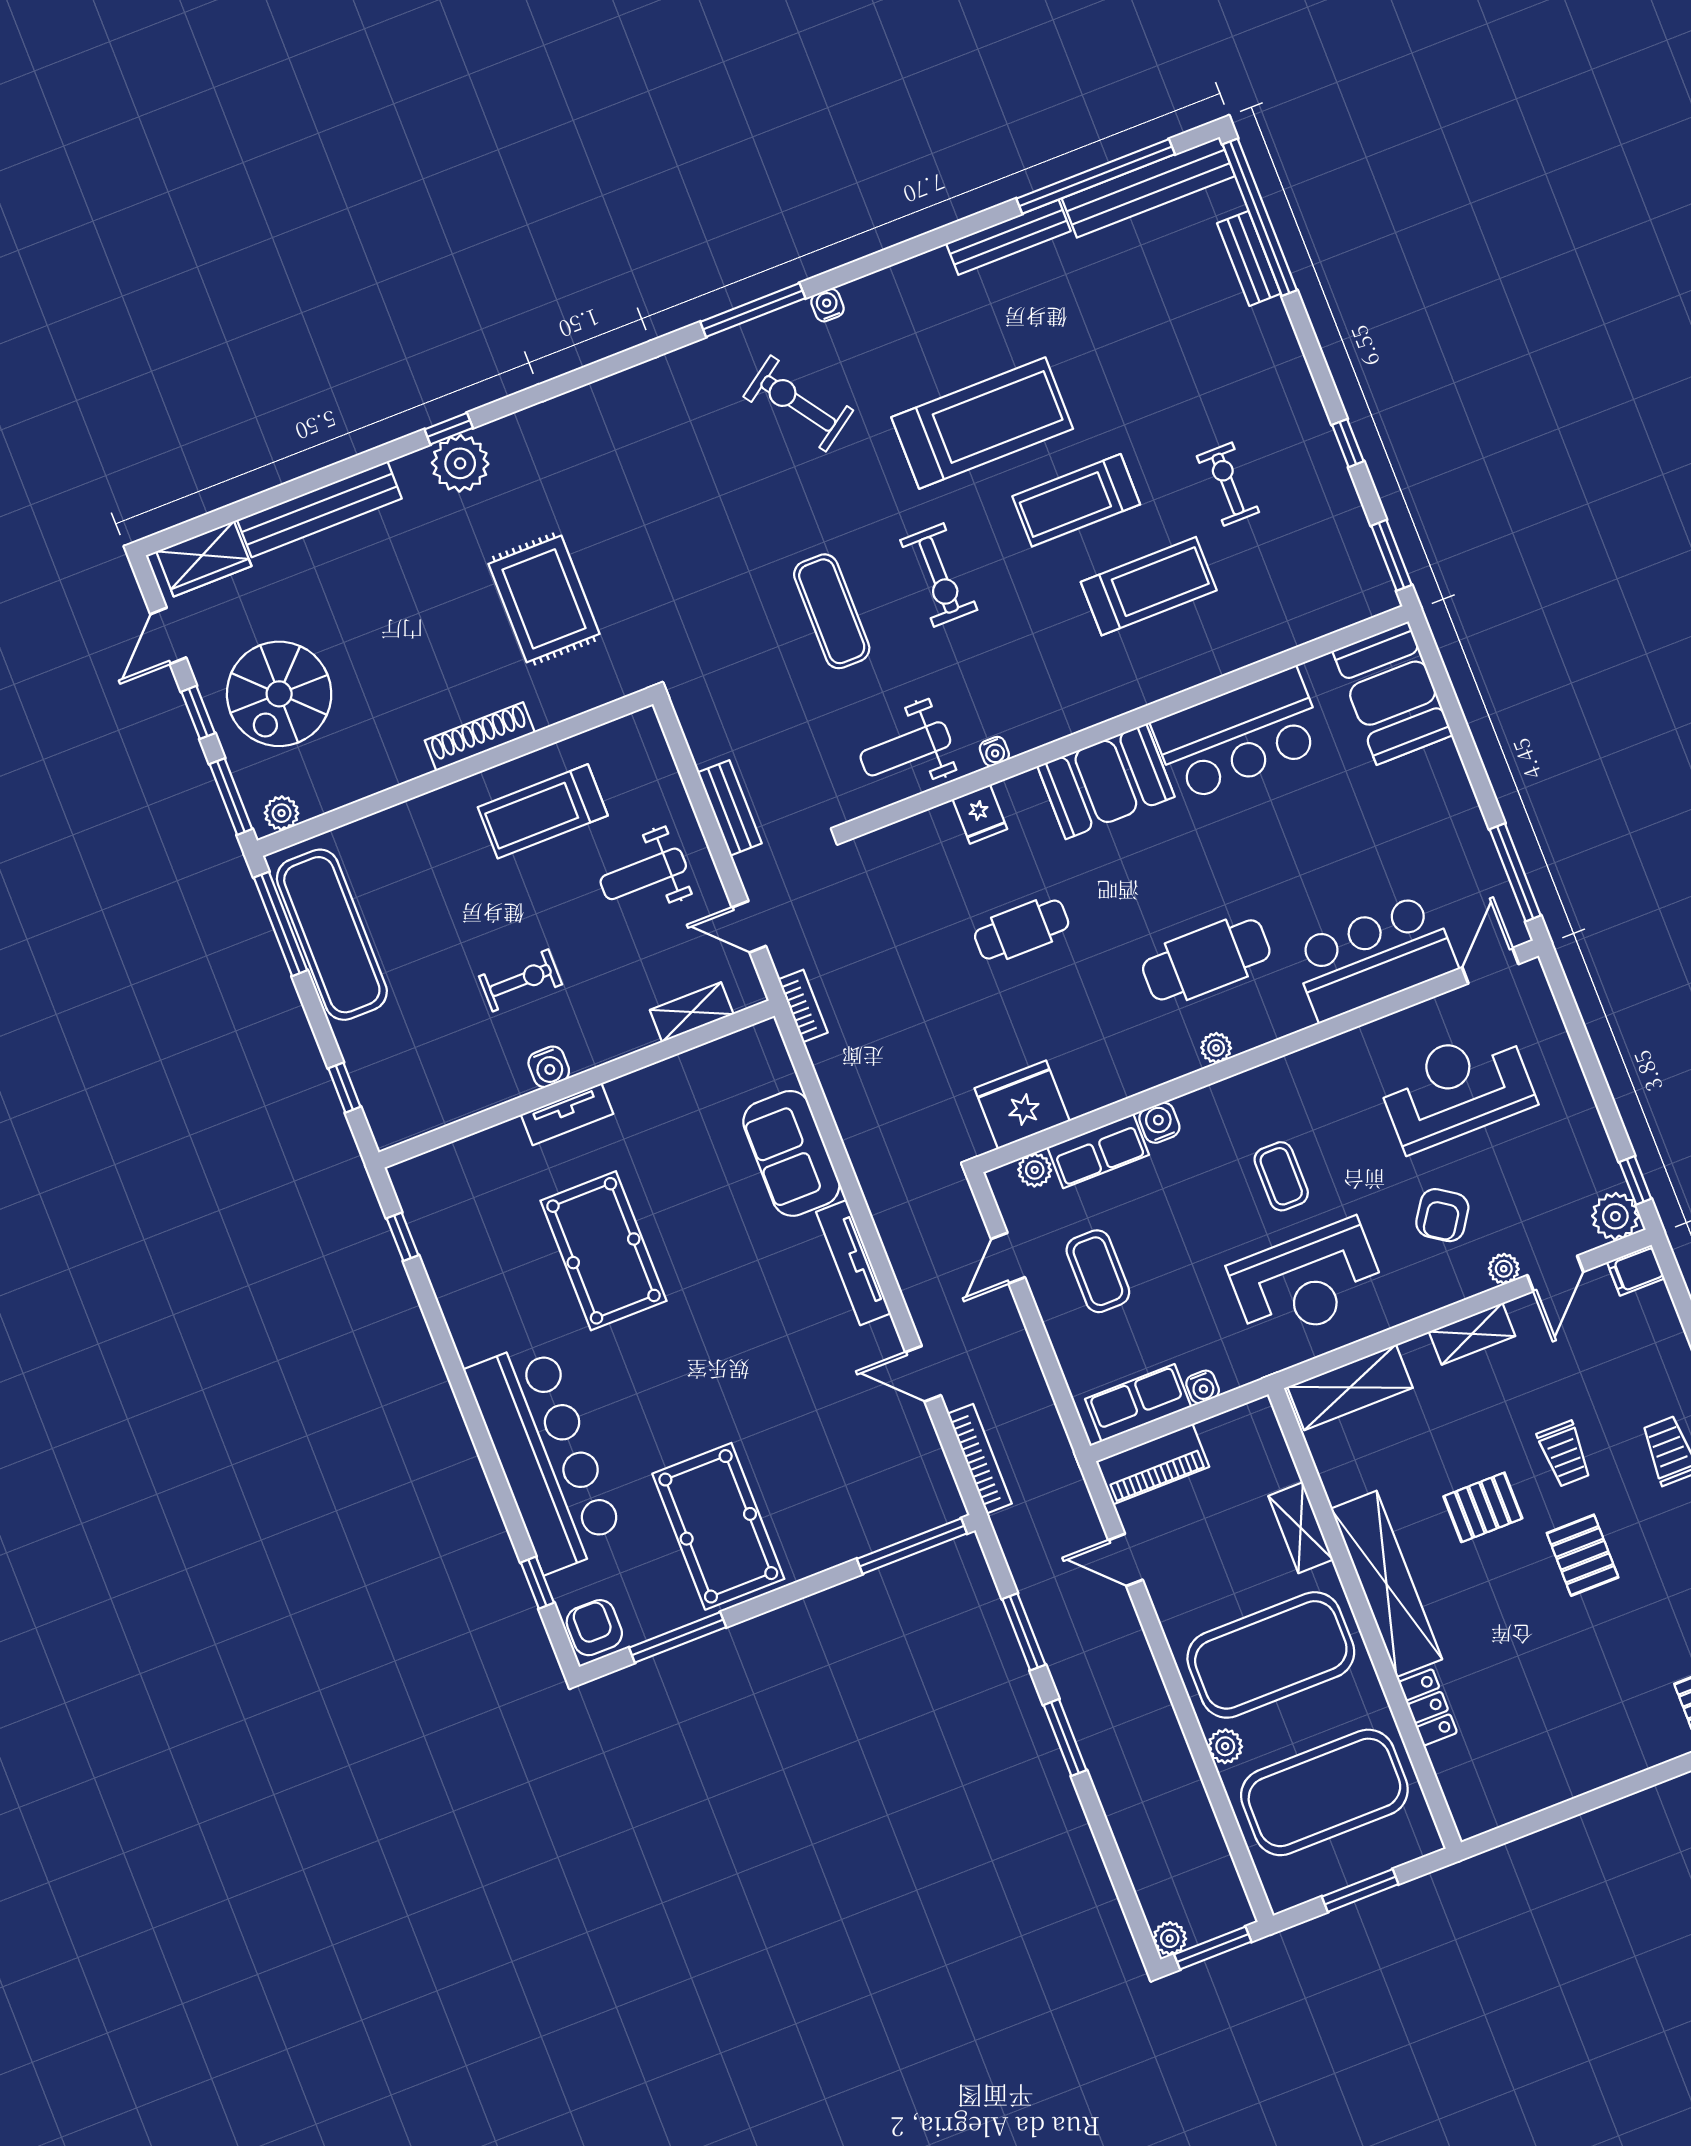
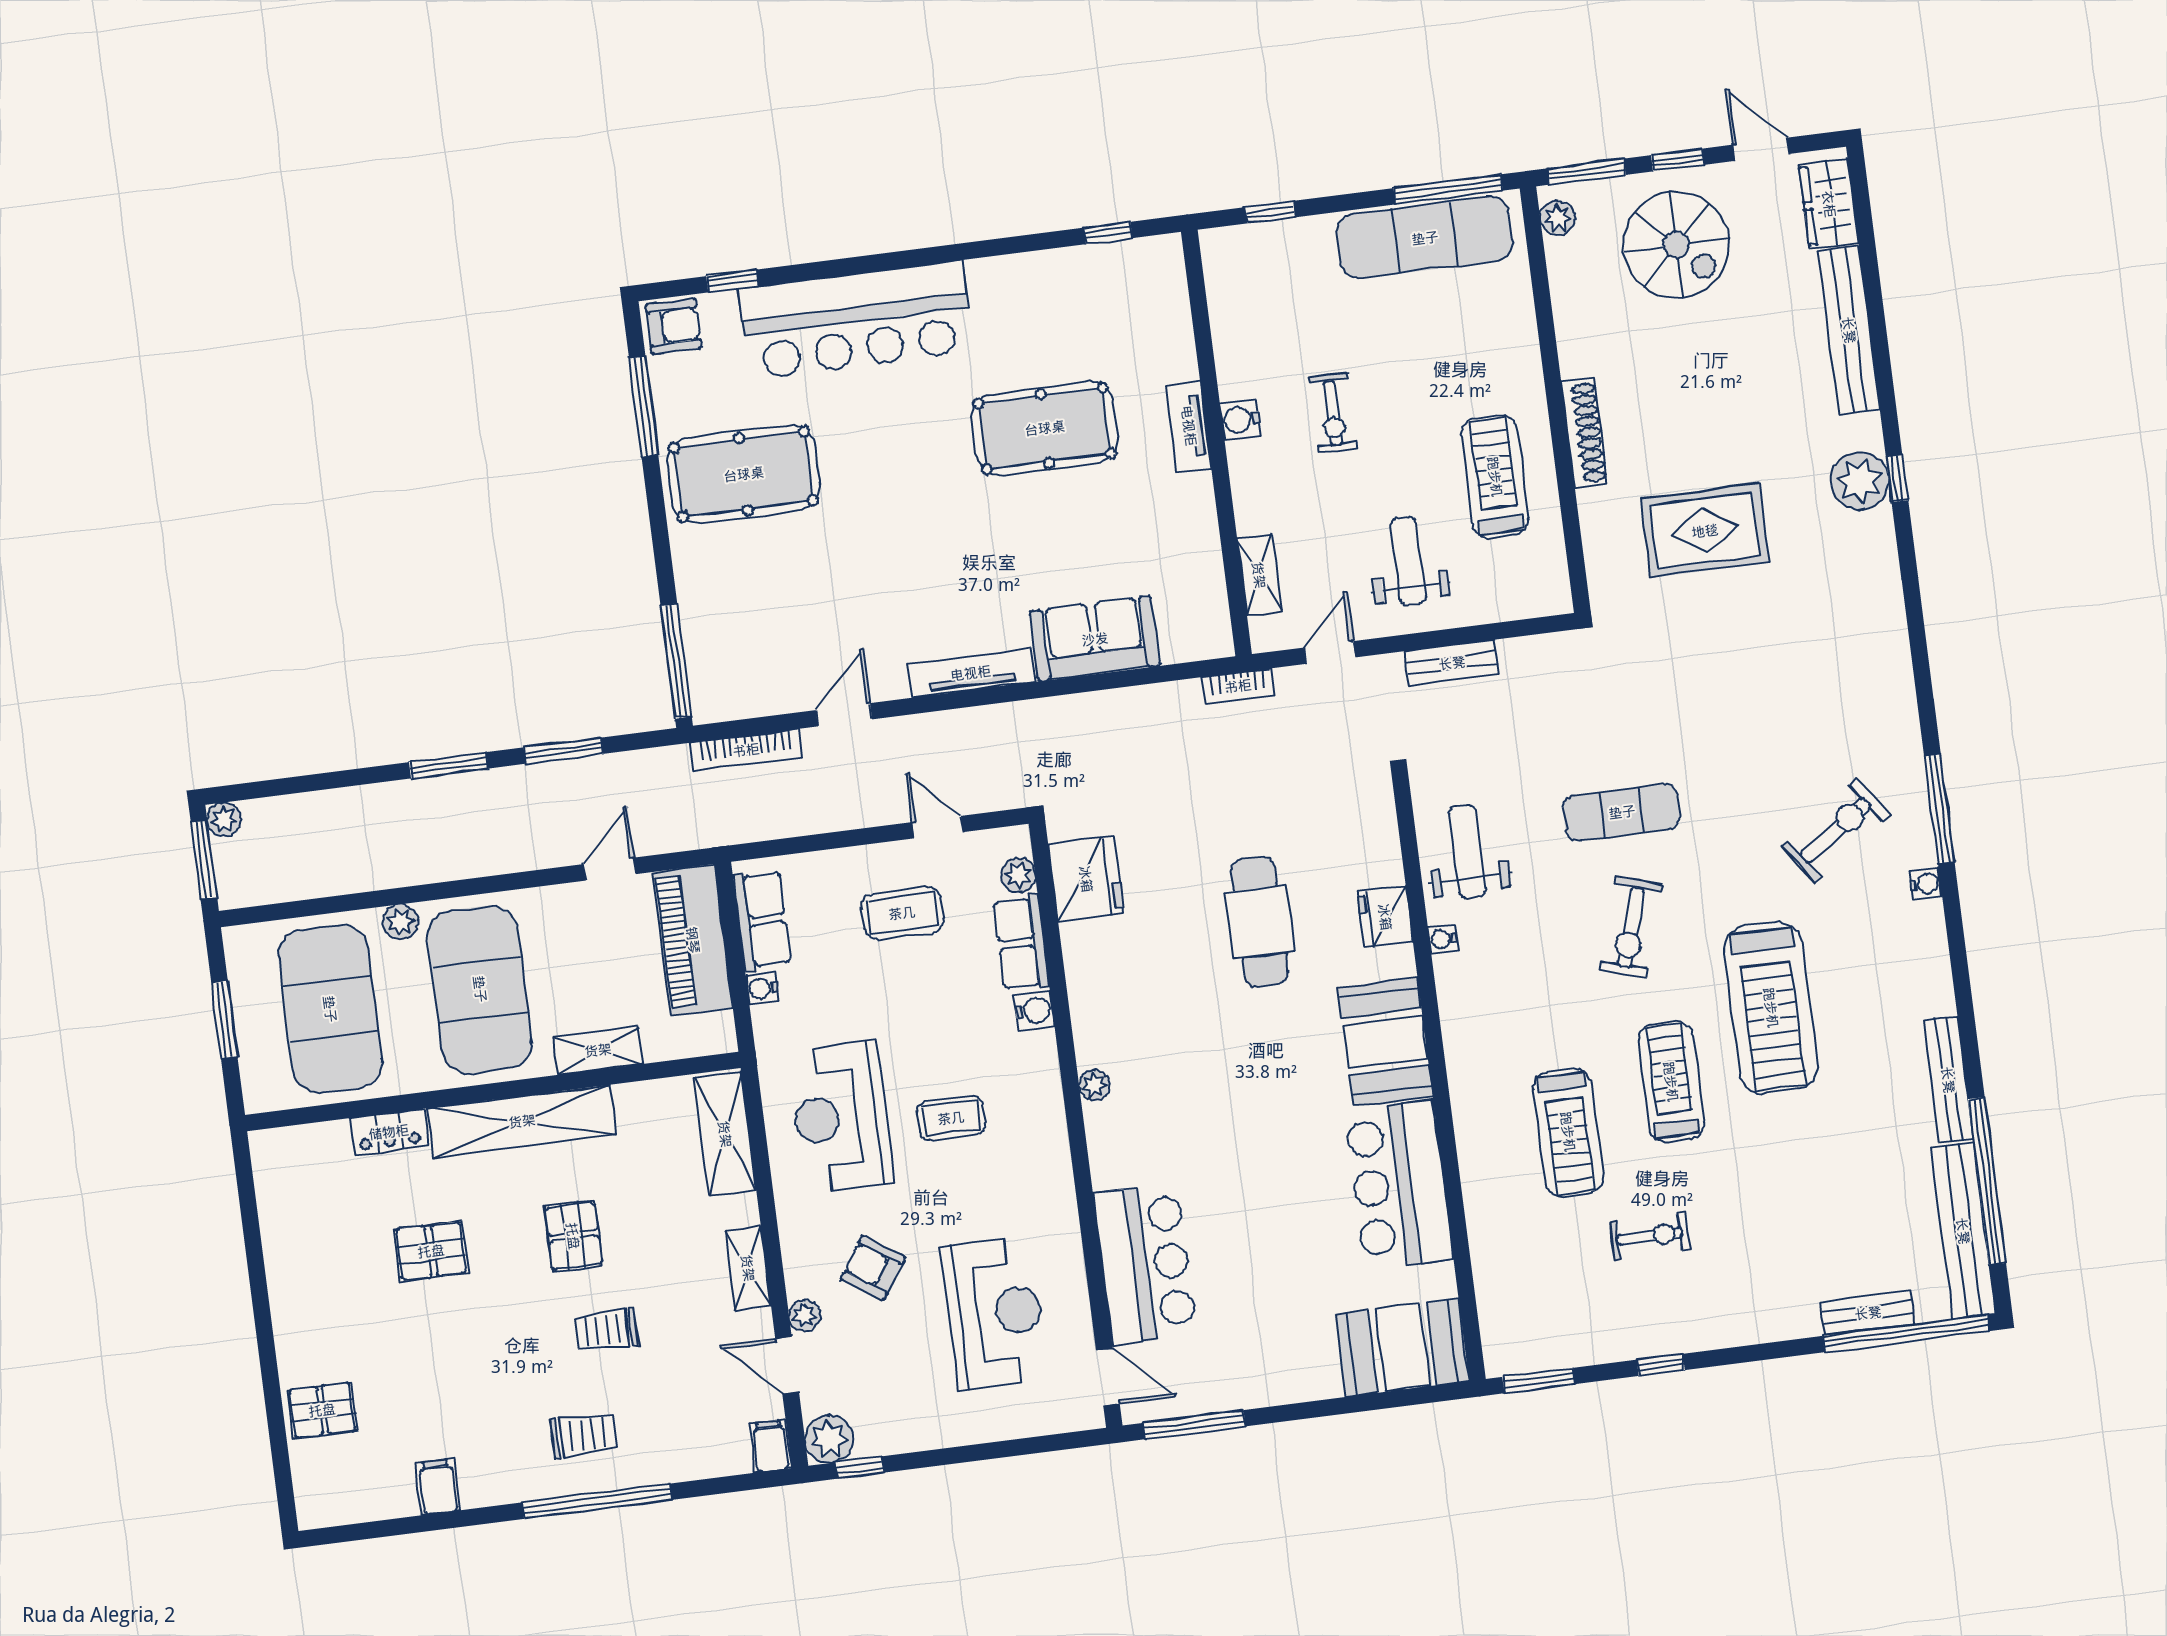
exercise bike: (939, 575) -> (1631, 927), turned -73
spiral stairs: (279, 694) -> (1676, 245), turned 180
fridge: (980, 814) -> (1385, 917), width x1.38
cafe table: (1022, 930) -> (1260, 922), width x1.37, depth x1.35
cafe table: (1206, 960) -> (1184, 1097), removed
piano: (1153, 1464) -> (693, 940), width x1.37, depth x1.33
pallet: (1583, 1555) -> (431, 1251), moved

